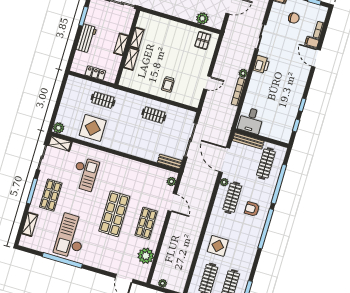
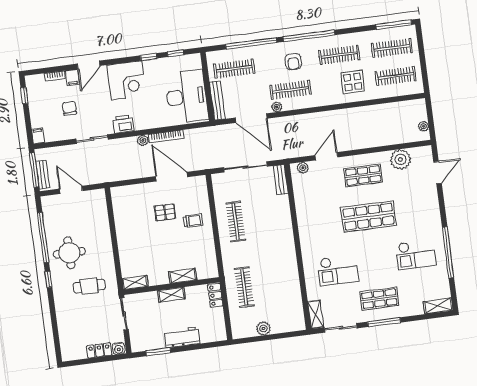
plant: (202, 18) -> (101, 215), removed
chair: (294, 18) -> (69, 108), moved
shelving: (137, 38) -> (135, 282), moved
pallet: (203, 40) -> (165, 212), moved
locker: (95, 73) -> (215, 295), moved
corner desk: (292, 81) -> (127, 80), added
door: (207, 83) -> (172, 177), width x1.87
clothes rail: (103, 100) -> (244, 287), width x1.36
clothes rail: (154, 115) -> (236, 222), width x1.36
desk: (251, 120) -> (187, 96), width x1.87, depth x1.30
plant: (59, 128) -> (263, 328), moved
display table: (93, 128) -> (281, 285), removed
door: (224, 160) -> (251, 118), hinge flipped
checkout: (85, 174) -> (338, 270), turned 180
shelving: (30, 224) -> (438, 306), moved
checkout: (71, 236) -> (416, 255), width x0.73, depth x0.83
clothes rail: (242, 245) -> (339, 55), added

